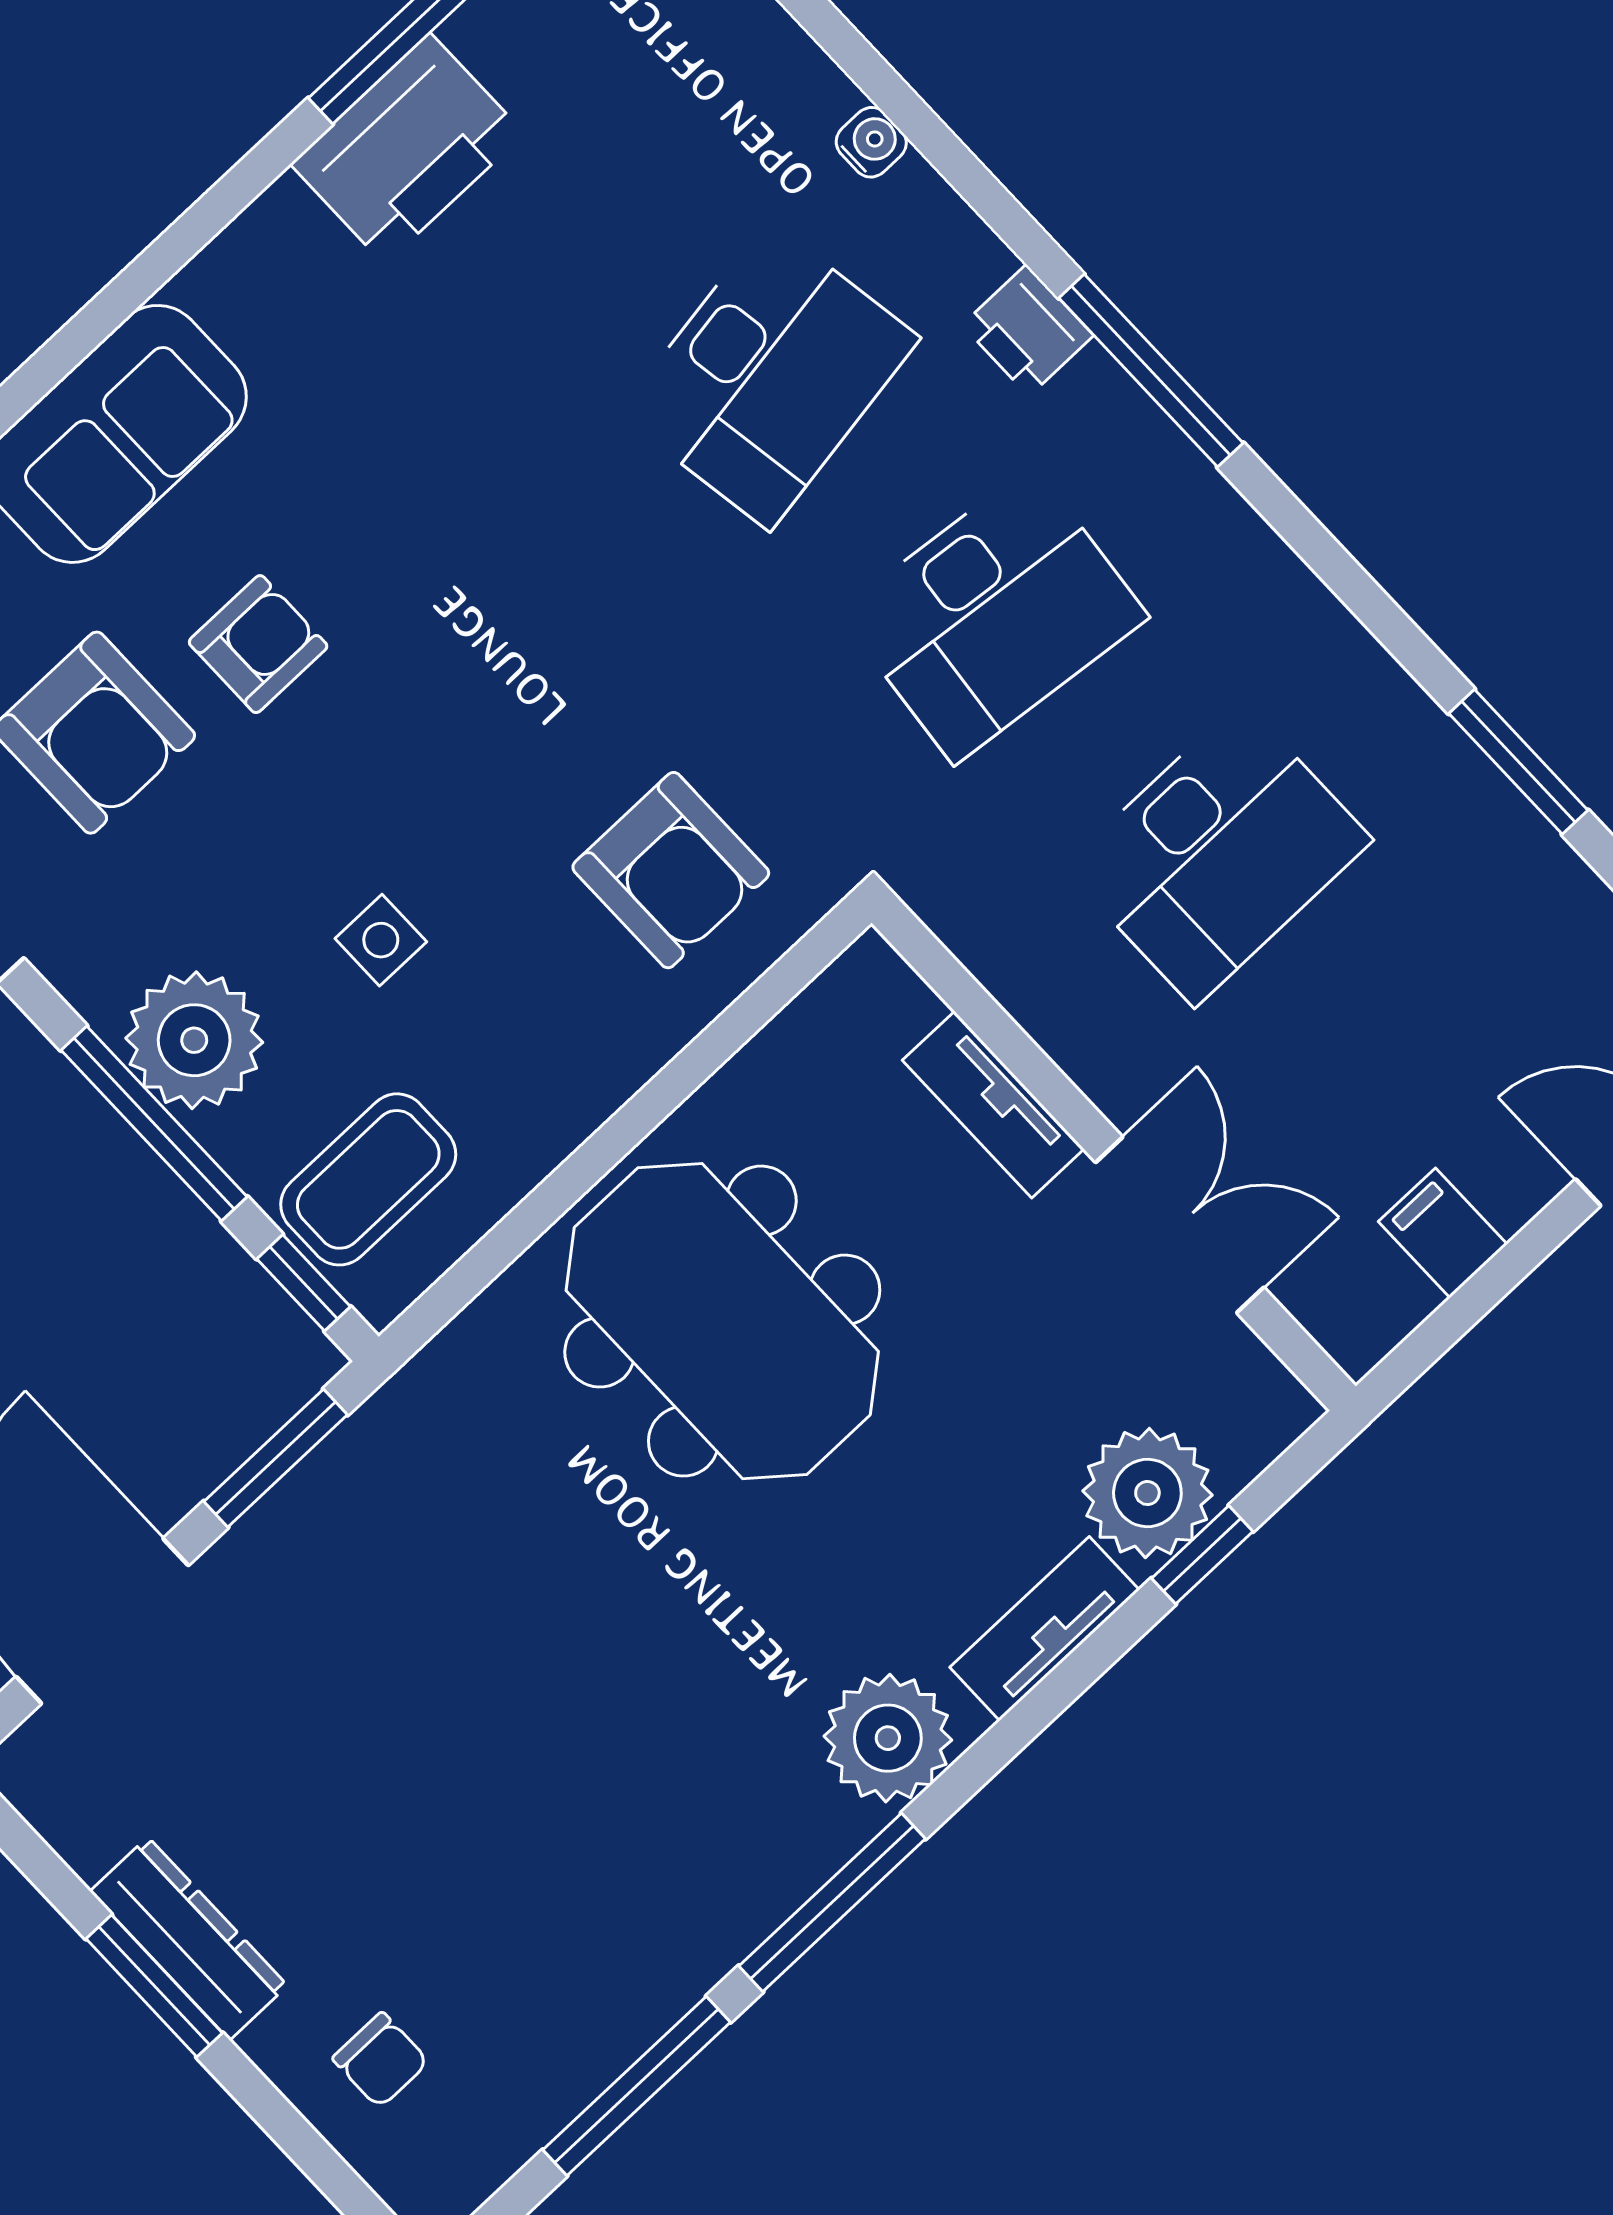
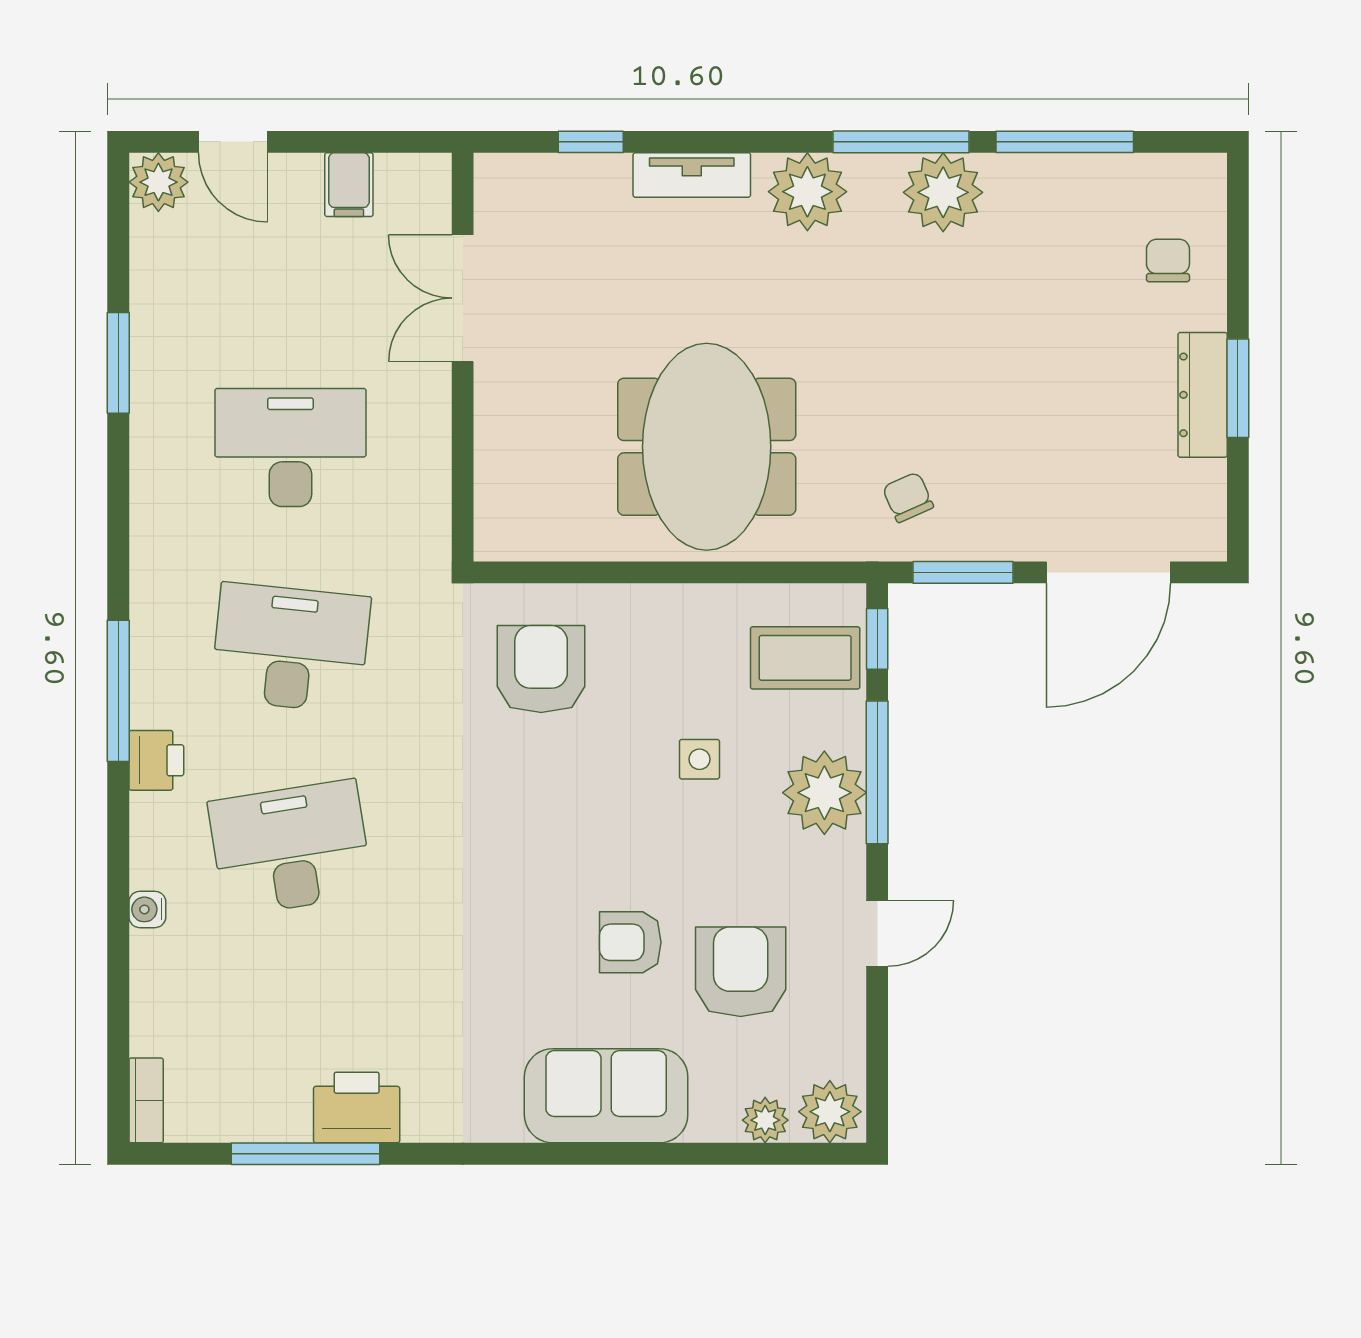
printer: (407, 149) -> (357, 1108), width x0.73, depth x0.84
tv unit: (993, 1105) -> (496, 430), removed
chair: (426, 1486) -> (908, 497), added
plant: (1147, 1493) -> (943, 192), moved

